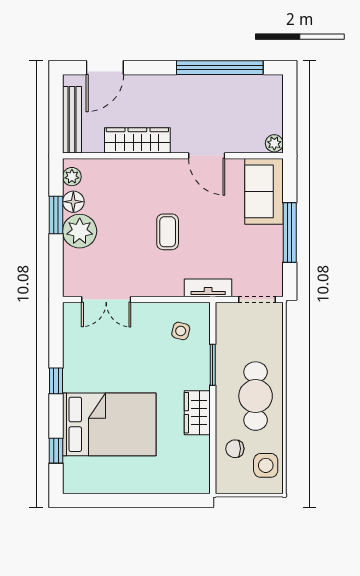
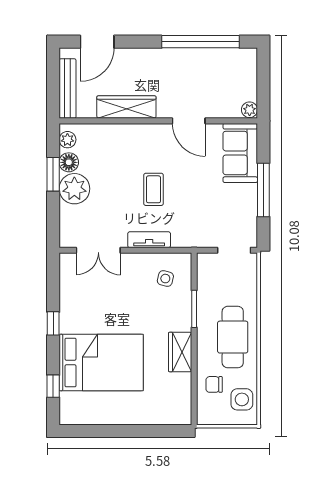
tv unit: (208, 288) -> (149, 240), moved

